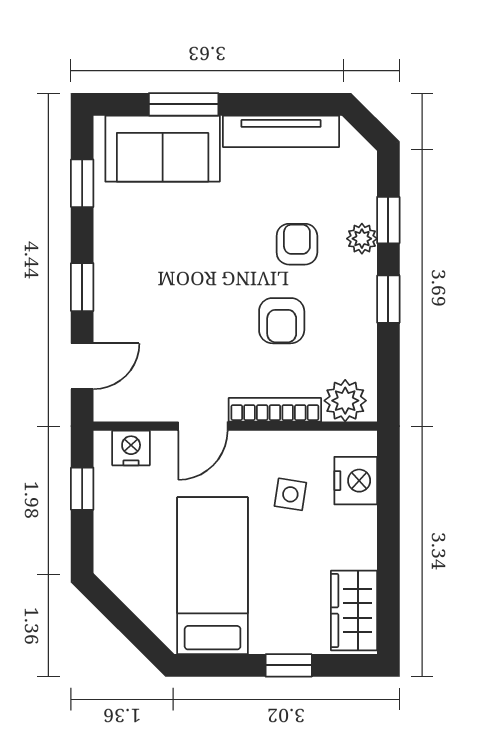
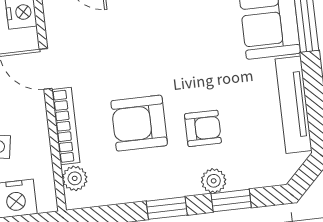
armchair: (282, 321) -> (139, 123), width x1.38, depth x1.38
plant: (345, 401) -> (75, 178), width x0.73, depth x0.73

